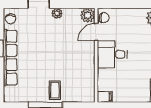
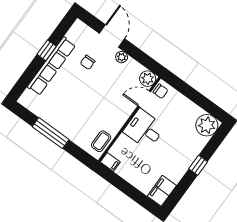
chair: (11, 19) -> (88, 62), moved
coffee table: (55, 90) -> (101, 141), moved

